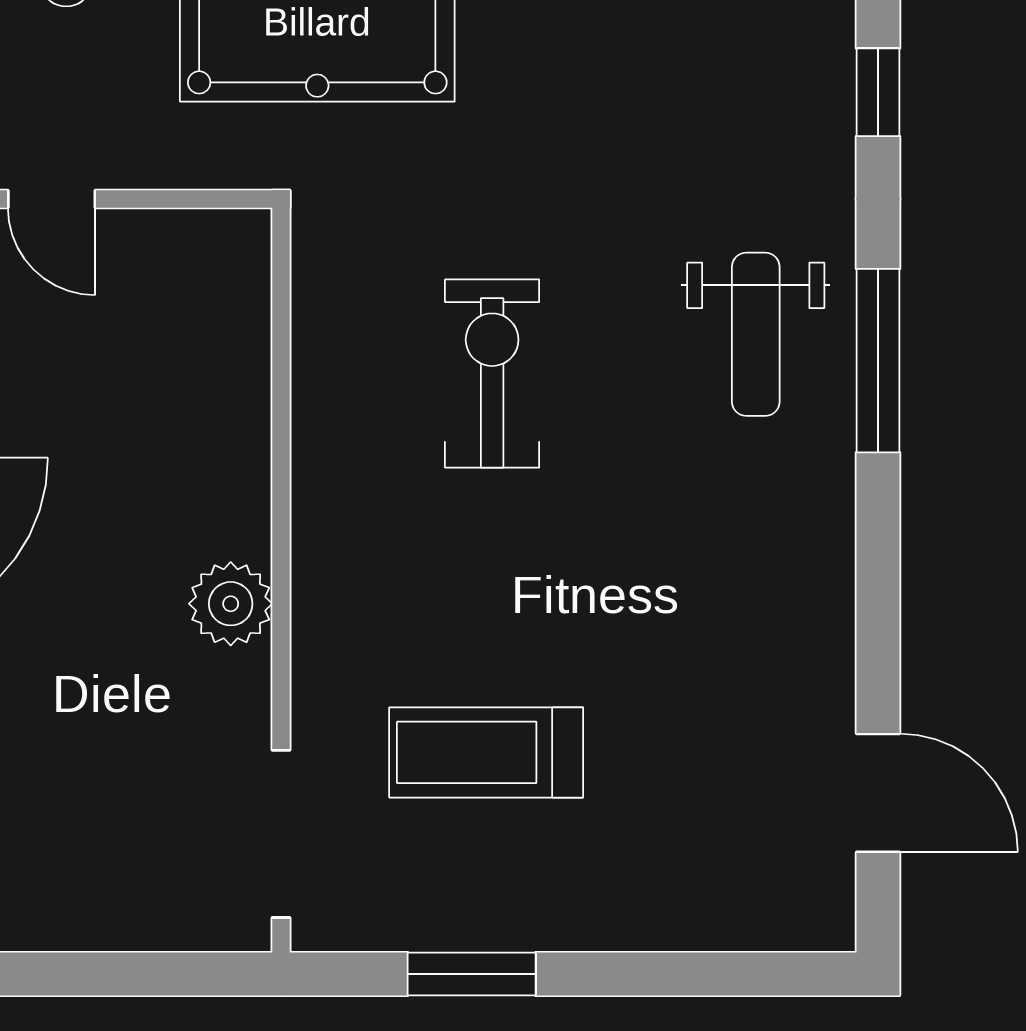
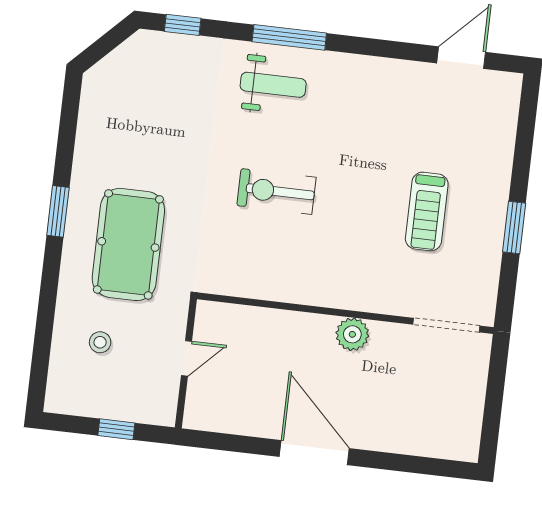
wall: (281, 580) -> (345, 313), moved
plant: (231, 604) -> (352, 334), moved
doorway: (281, 834) -> (446, 325), moved

